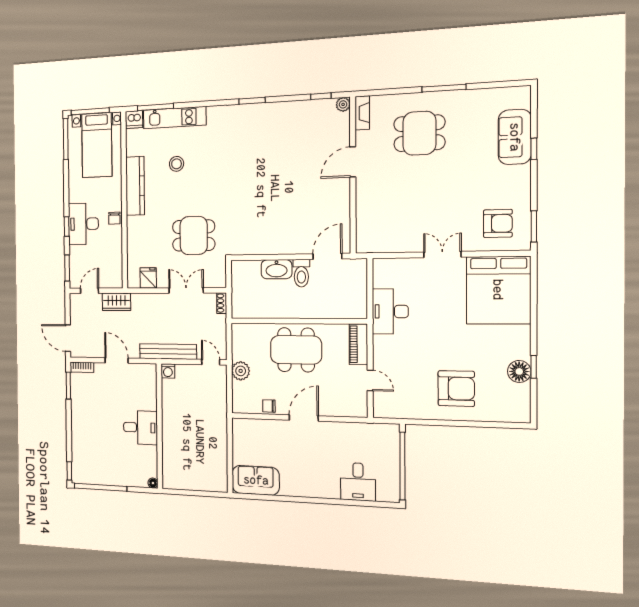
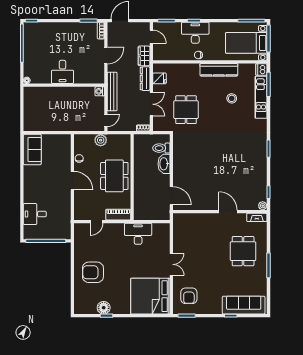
sofa: (515, 137) -> (244, 305), width x1.36
toilet: (301, 273) -> (161, 148), moved
dresser: (149, 300) -> (145, 79), added
armchair: (456, 389) -> (93, 272), turned 90

